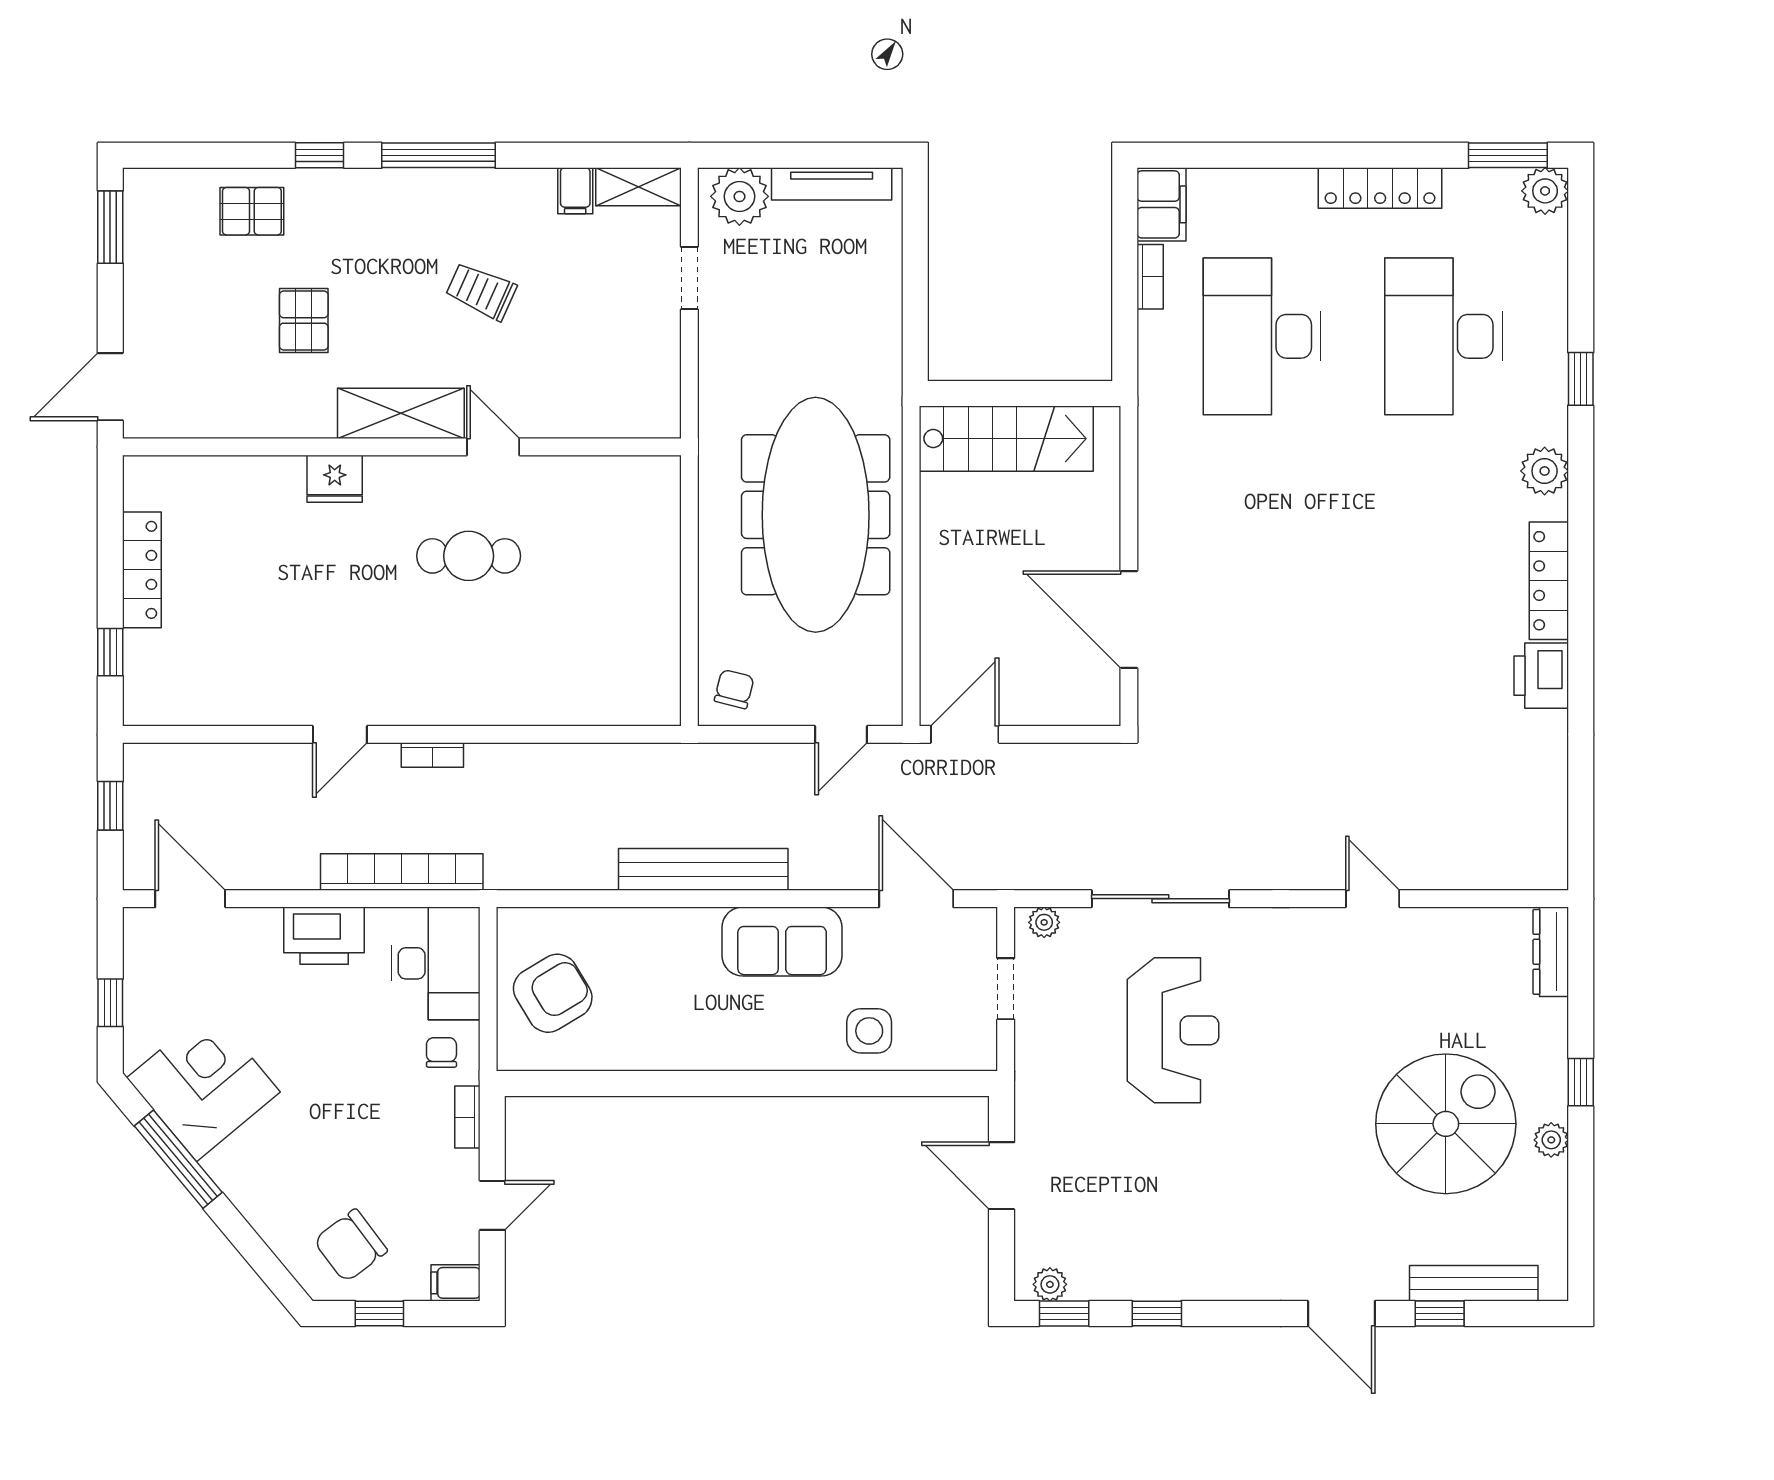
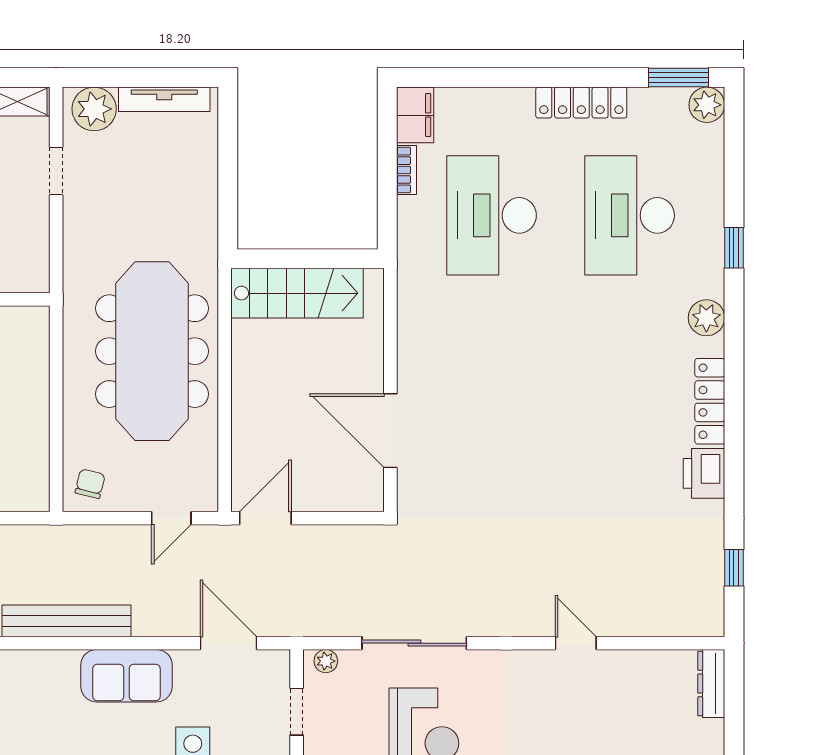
window: (1581, 799) -> (734, 568), added

